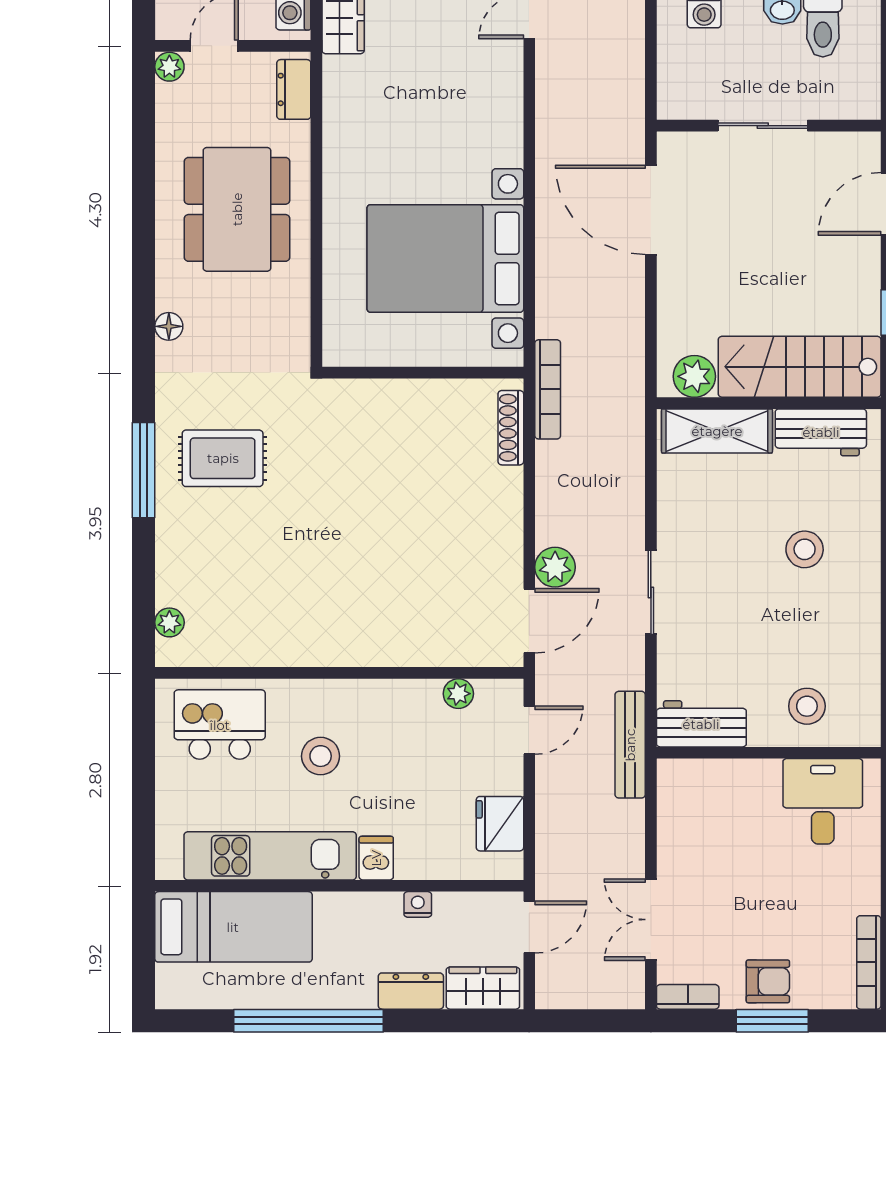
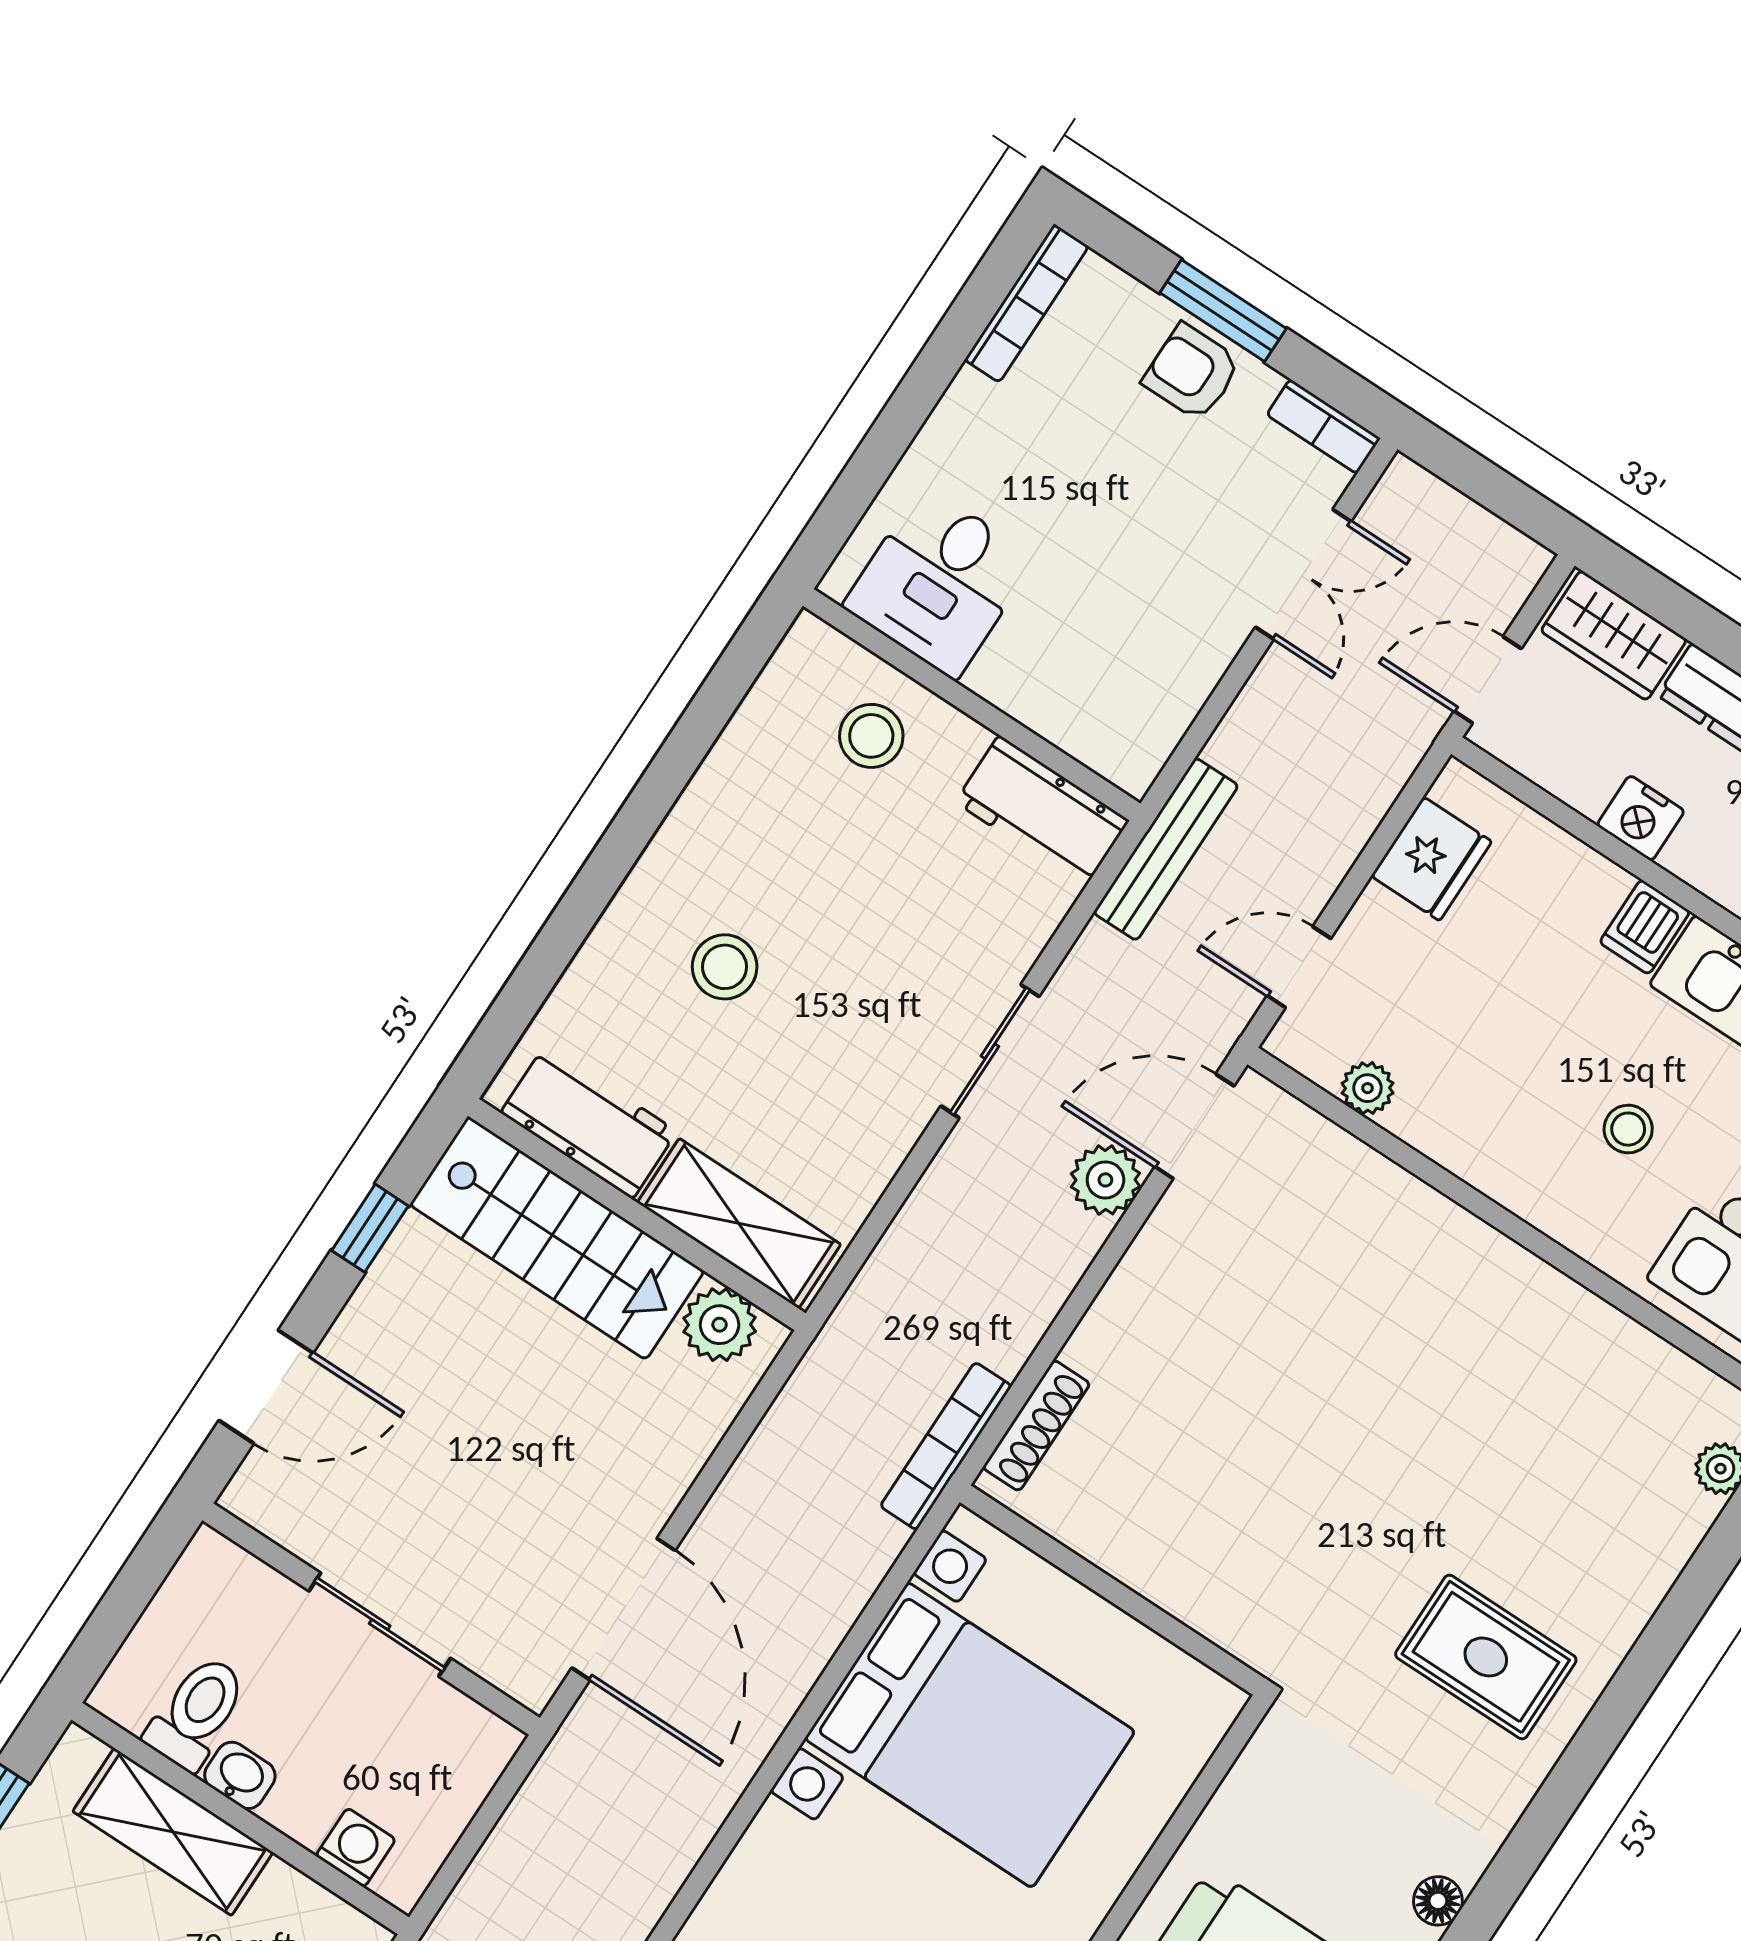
window: (143, 470) -> (1612, 1716), removed
stool: (321, 756) -> (1628, 1129), width x0.73, depth x0.73
nightstand: (418, 904) -> (1641, 818), width x1.39, depth x1.35

